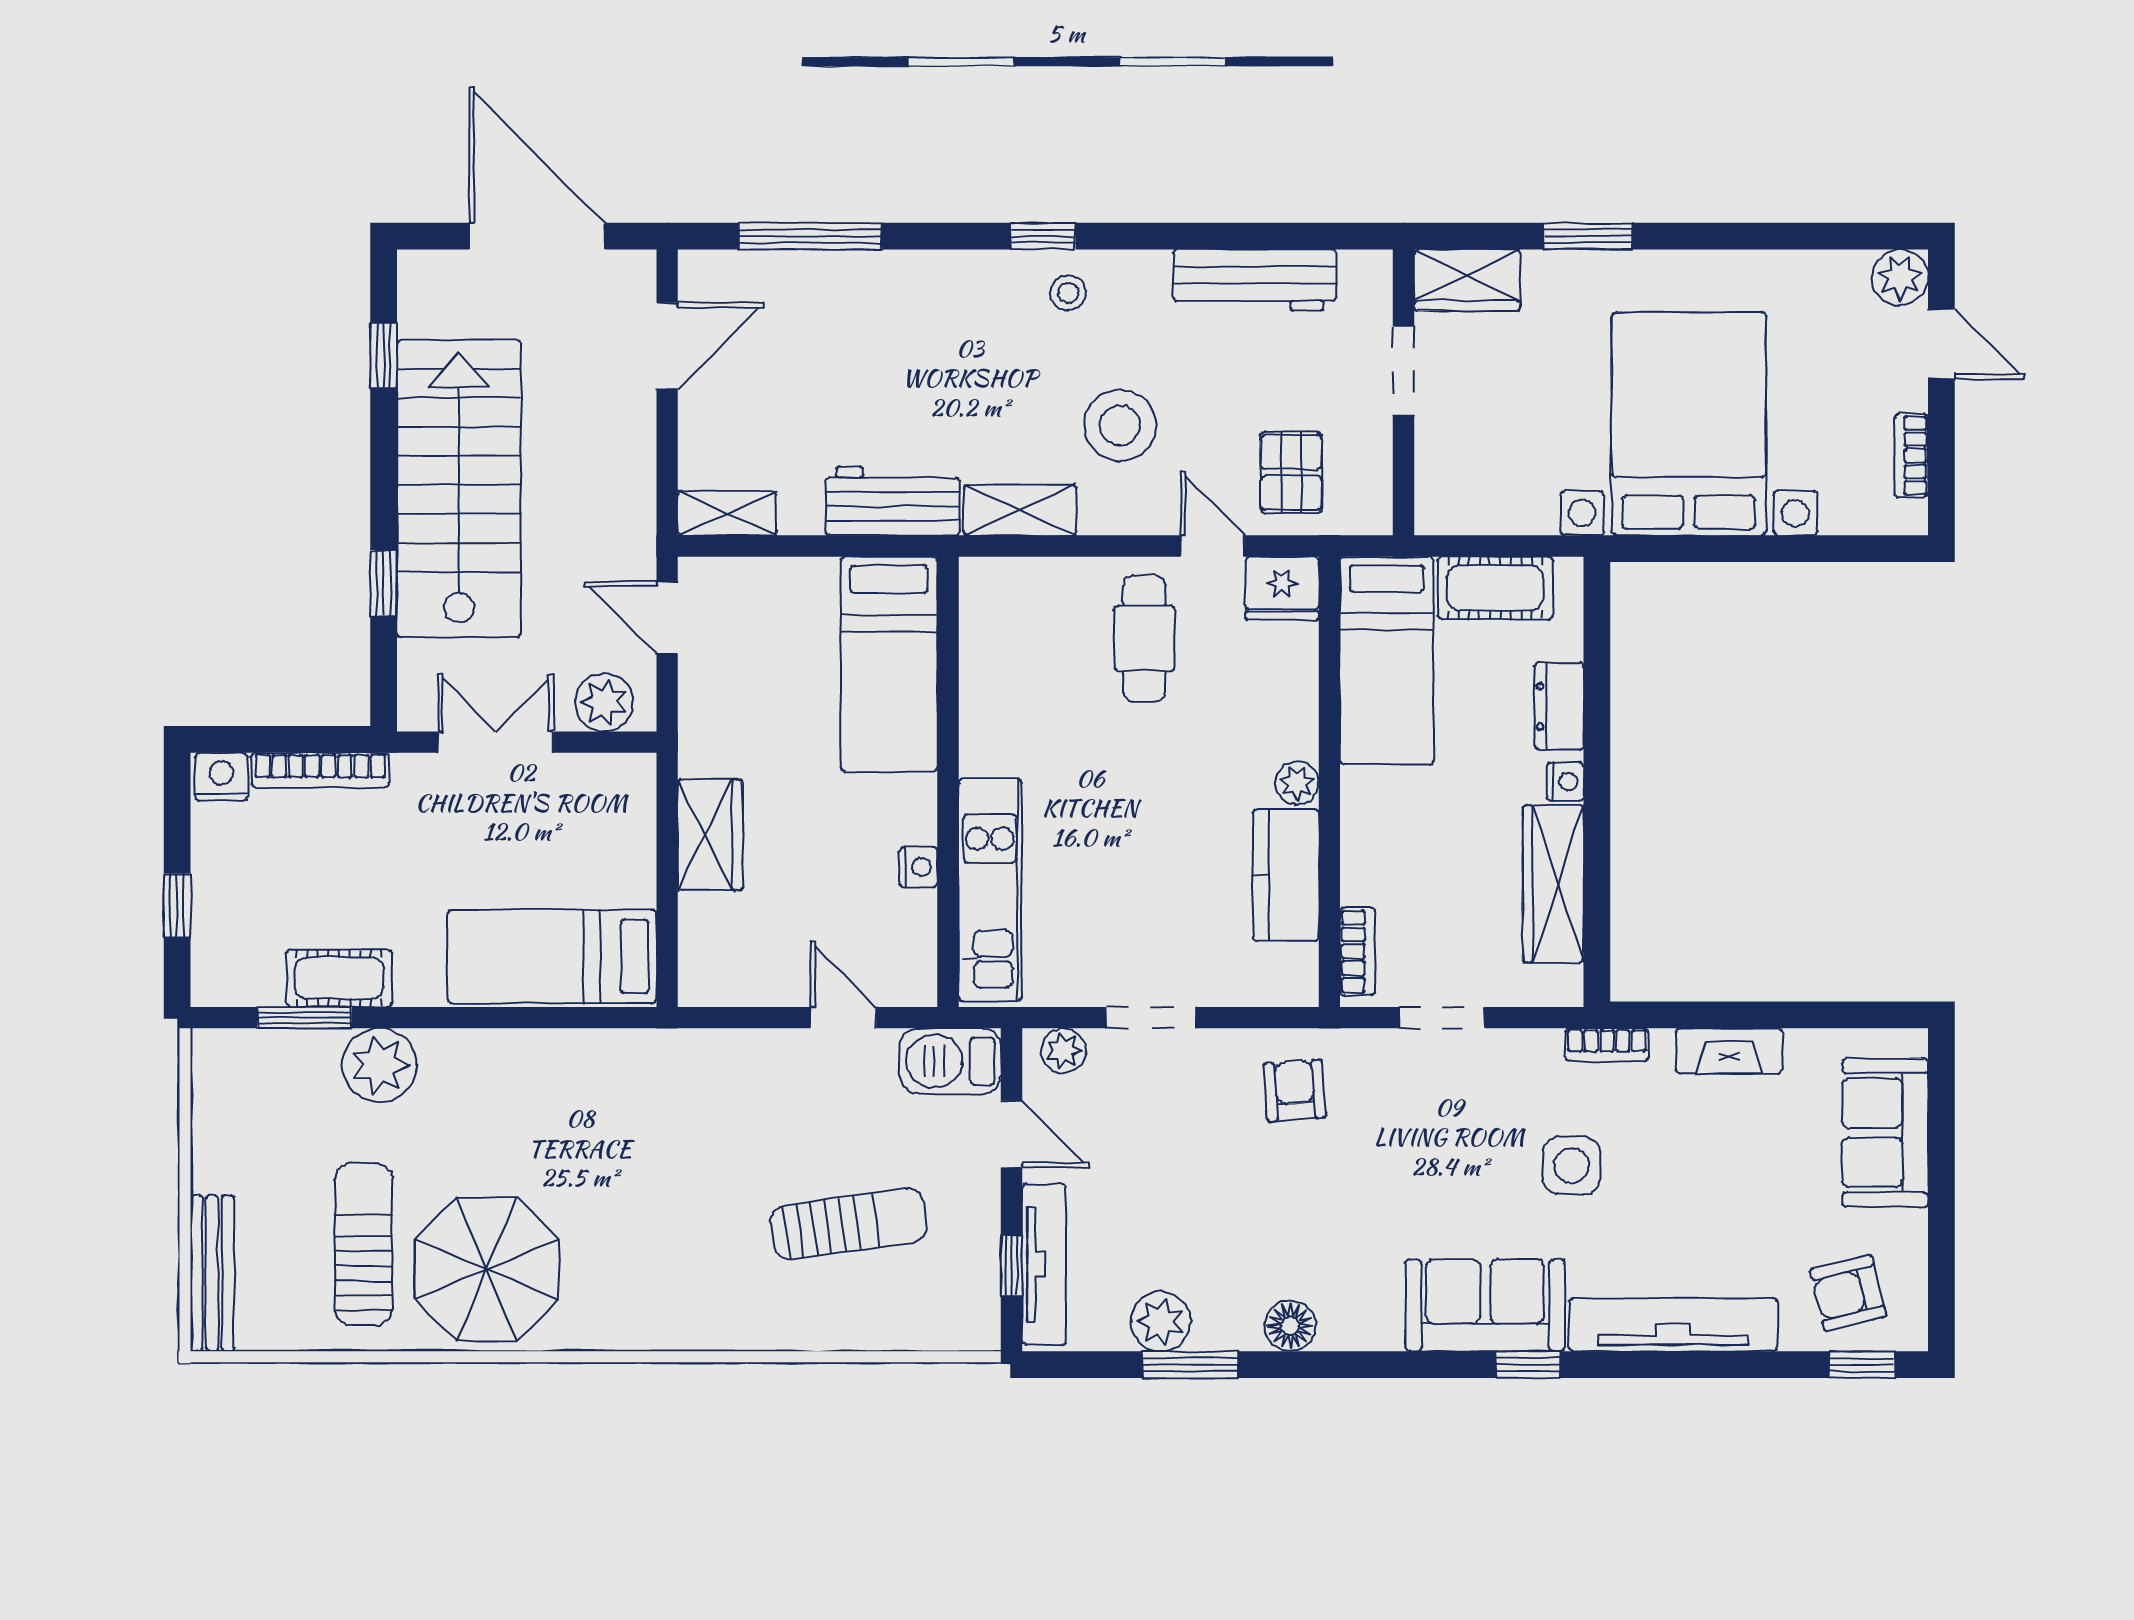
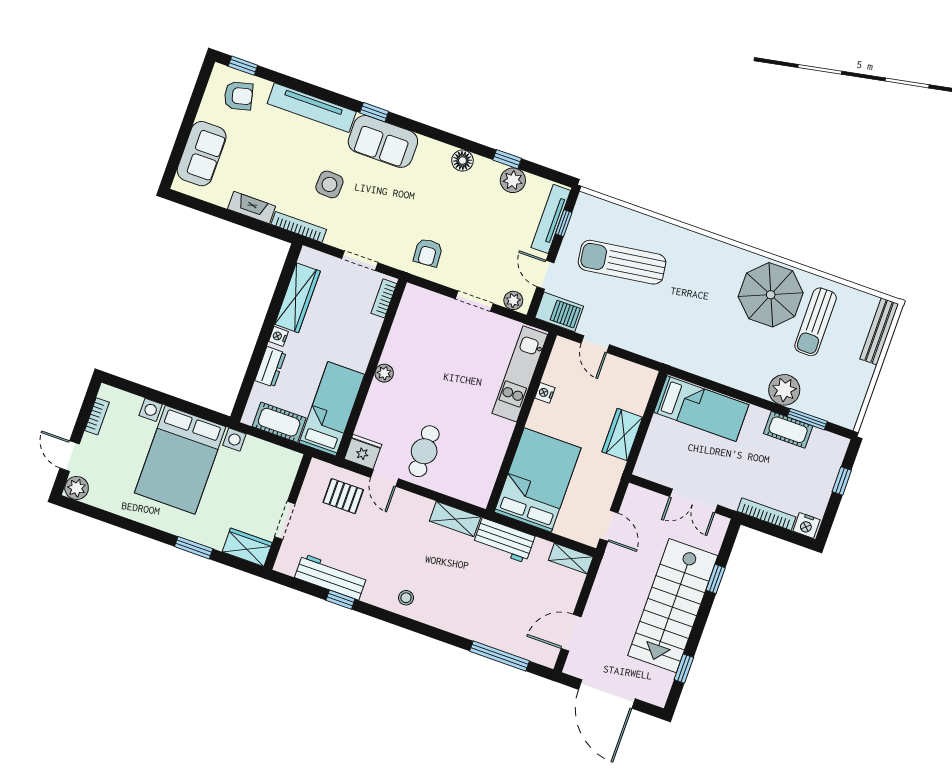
window: (1043, 236) -> (340, 600), moved
stool: (1120, 425) -> (404, 538), removed
pallet: (1291, 472) -> (343, 496), turned 90
bed: (889, 664) -> (538, 480), width x1.50
plant: (604, 702) -> (645, 501), removed
kitchen counter: (1286, 875) -> (401, 339), removed
bookcase: (1607, 1045) -> (299, 227), width x1.56
sun lounger: (848, 1224) -> (622, 262), width x1.36, depth x1.34
window: (1190, 1365) -> (507, 159), width x0.67

